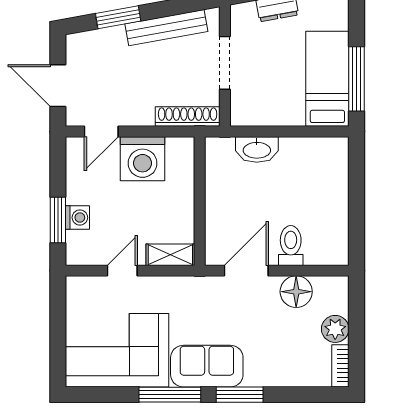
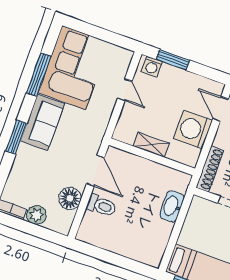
washing machine: (77, 218) -> (152, 67), moved
shelving: (170, 255) -> (151, 145), moved, turned 90
window: (170, 395) -> (39, 75), moved

